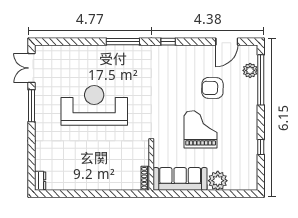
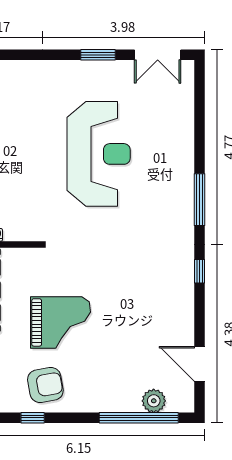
double door: (32, 68) -> (158, 55), swing flipped
armchair: (212, 88) -> (45, 385), moved, turned 79
window: (32, 106) -> (98, 55), width x0.69

